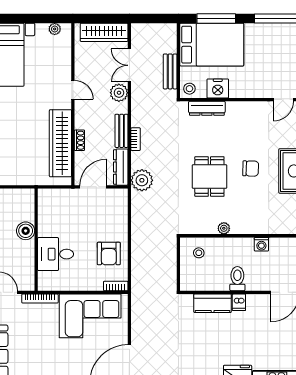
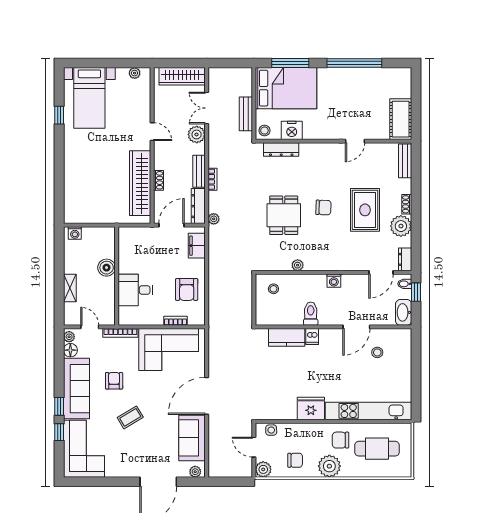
plant: (142, 180) -> (214, 219), width x0.53, depth x0.53
filing cabinet: (119, 208) -> (197, 246), added
bookcase: (116, 286) -> (175, 321), moved
armchair: (33, 348) -> (114, 381), added

